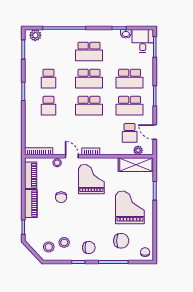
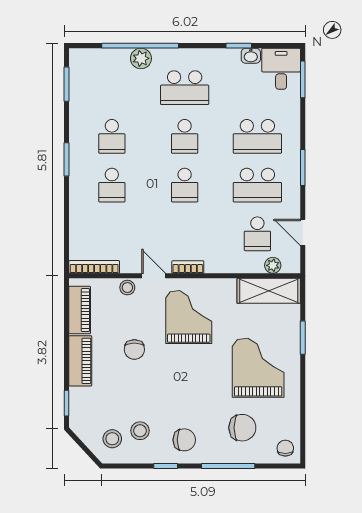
plant: (35, 35) -> (141, 58), moved
school desk: (89, 79) -> (185, 136), width x0.54
school desk: (89, 106) -> (185, 185), width x0.54

